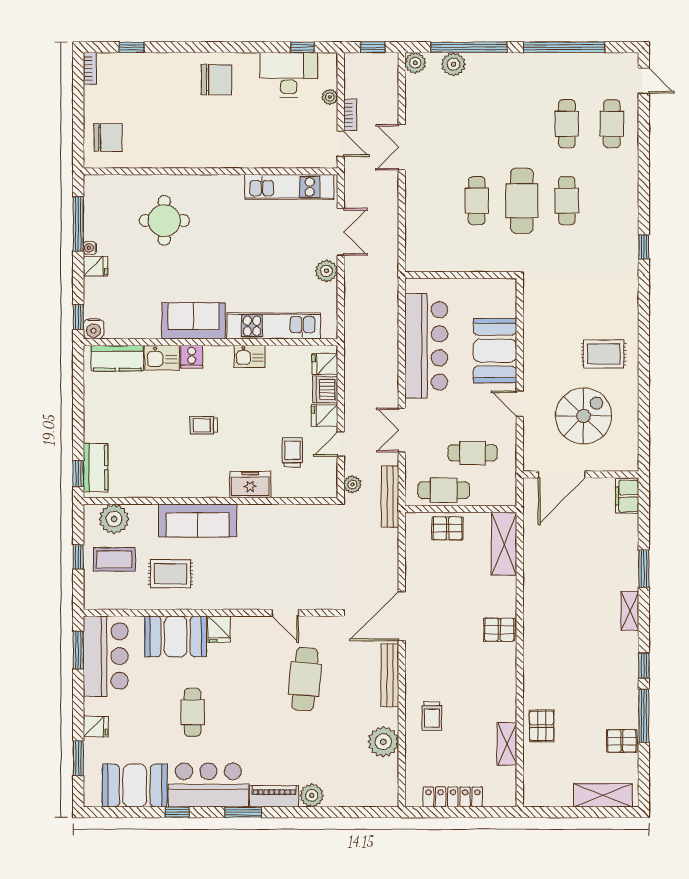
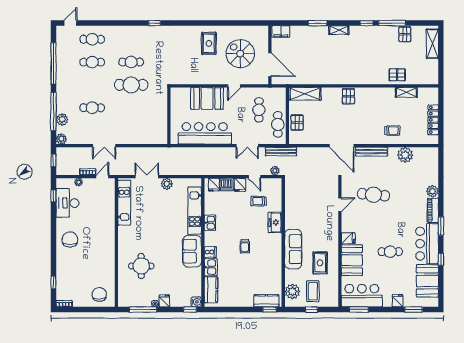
cafe table: (477, 201) -> (92, 108), moved

